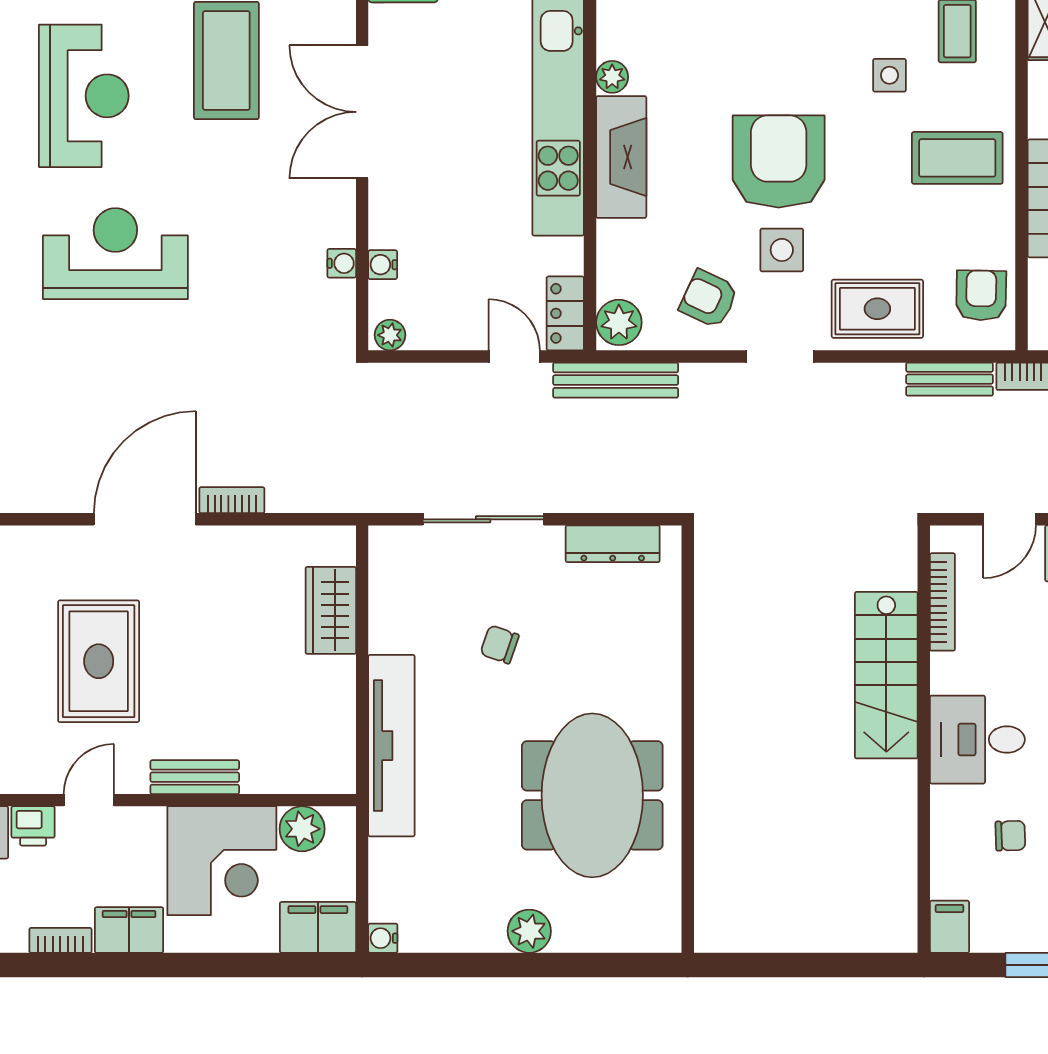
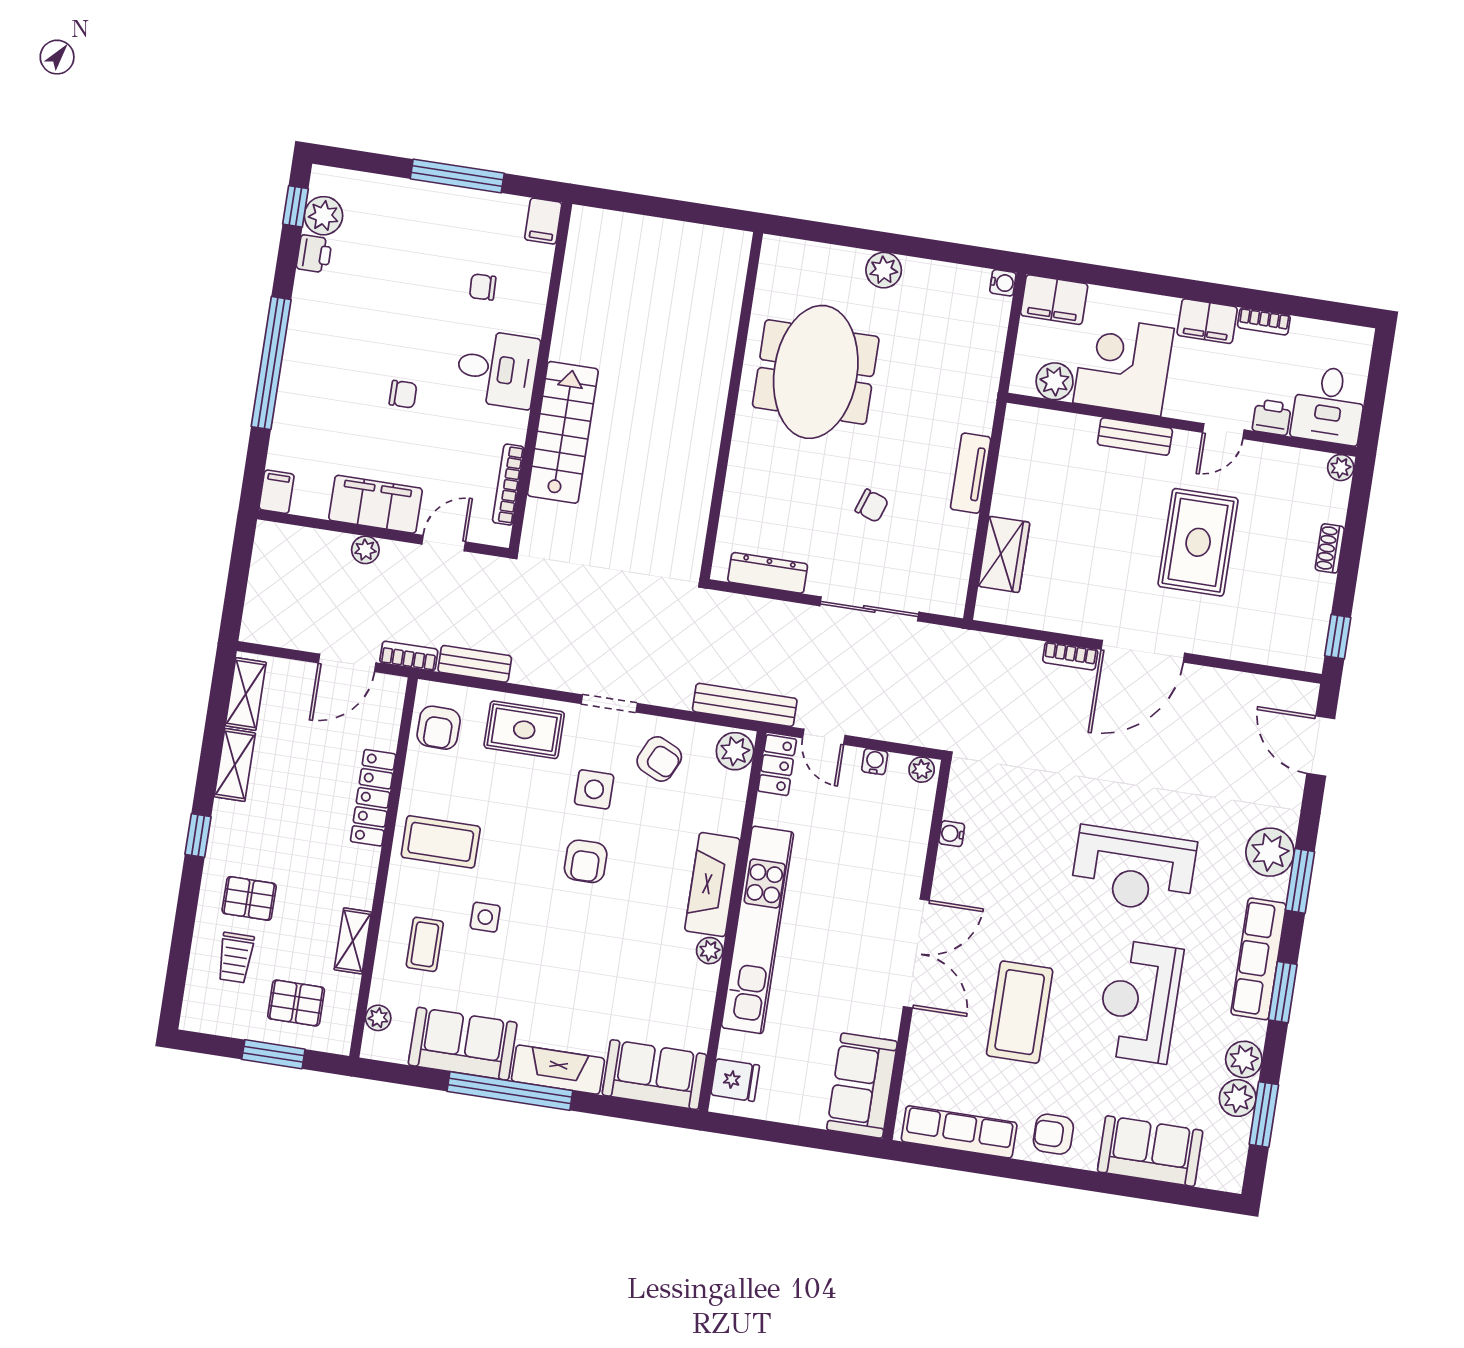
armchair: (779, 161) -> (586, 861), width x0.53, depth x0.53
water cooler: (383, 265) -> (875, 762), moved, turned -90
tv unit: (391, 746) -> (971, 473), width x0.52, depth x0.78

